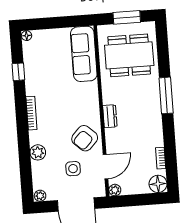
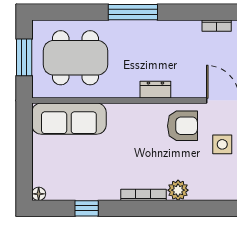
dining table: (129, 55) -> (75, 58), turned 90
armchair: (85, 138) -> (182, 126), turned -43
plant: (38, 152) -> (178, 190), moved

